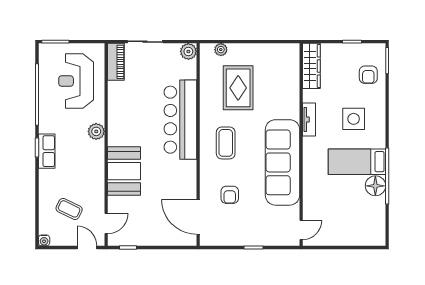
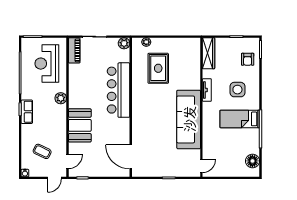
coffee table: (226, 143) -> (150, 106), removed
floor lamp: (375, 186) -> (252, 161), moved
armchair: (230, 195) -> (152, 142), removed
door: (87, 247) -> (54, 178), swing flipped

